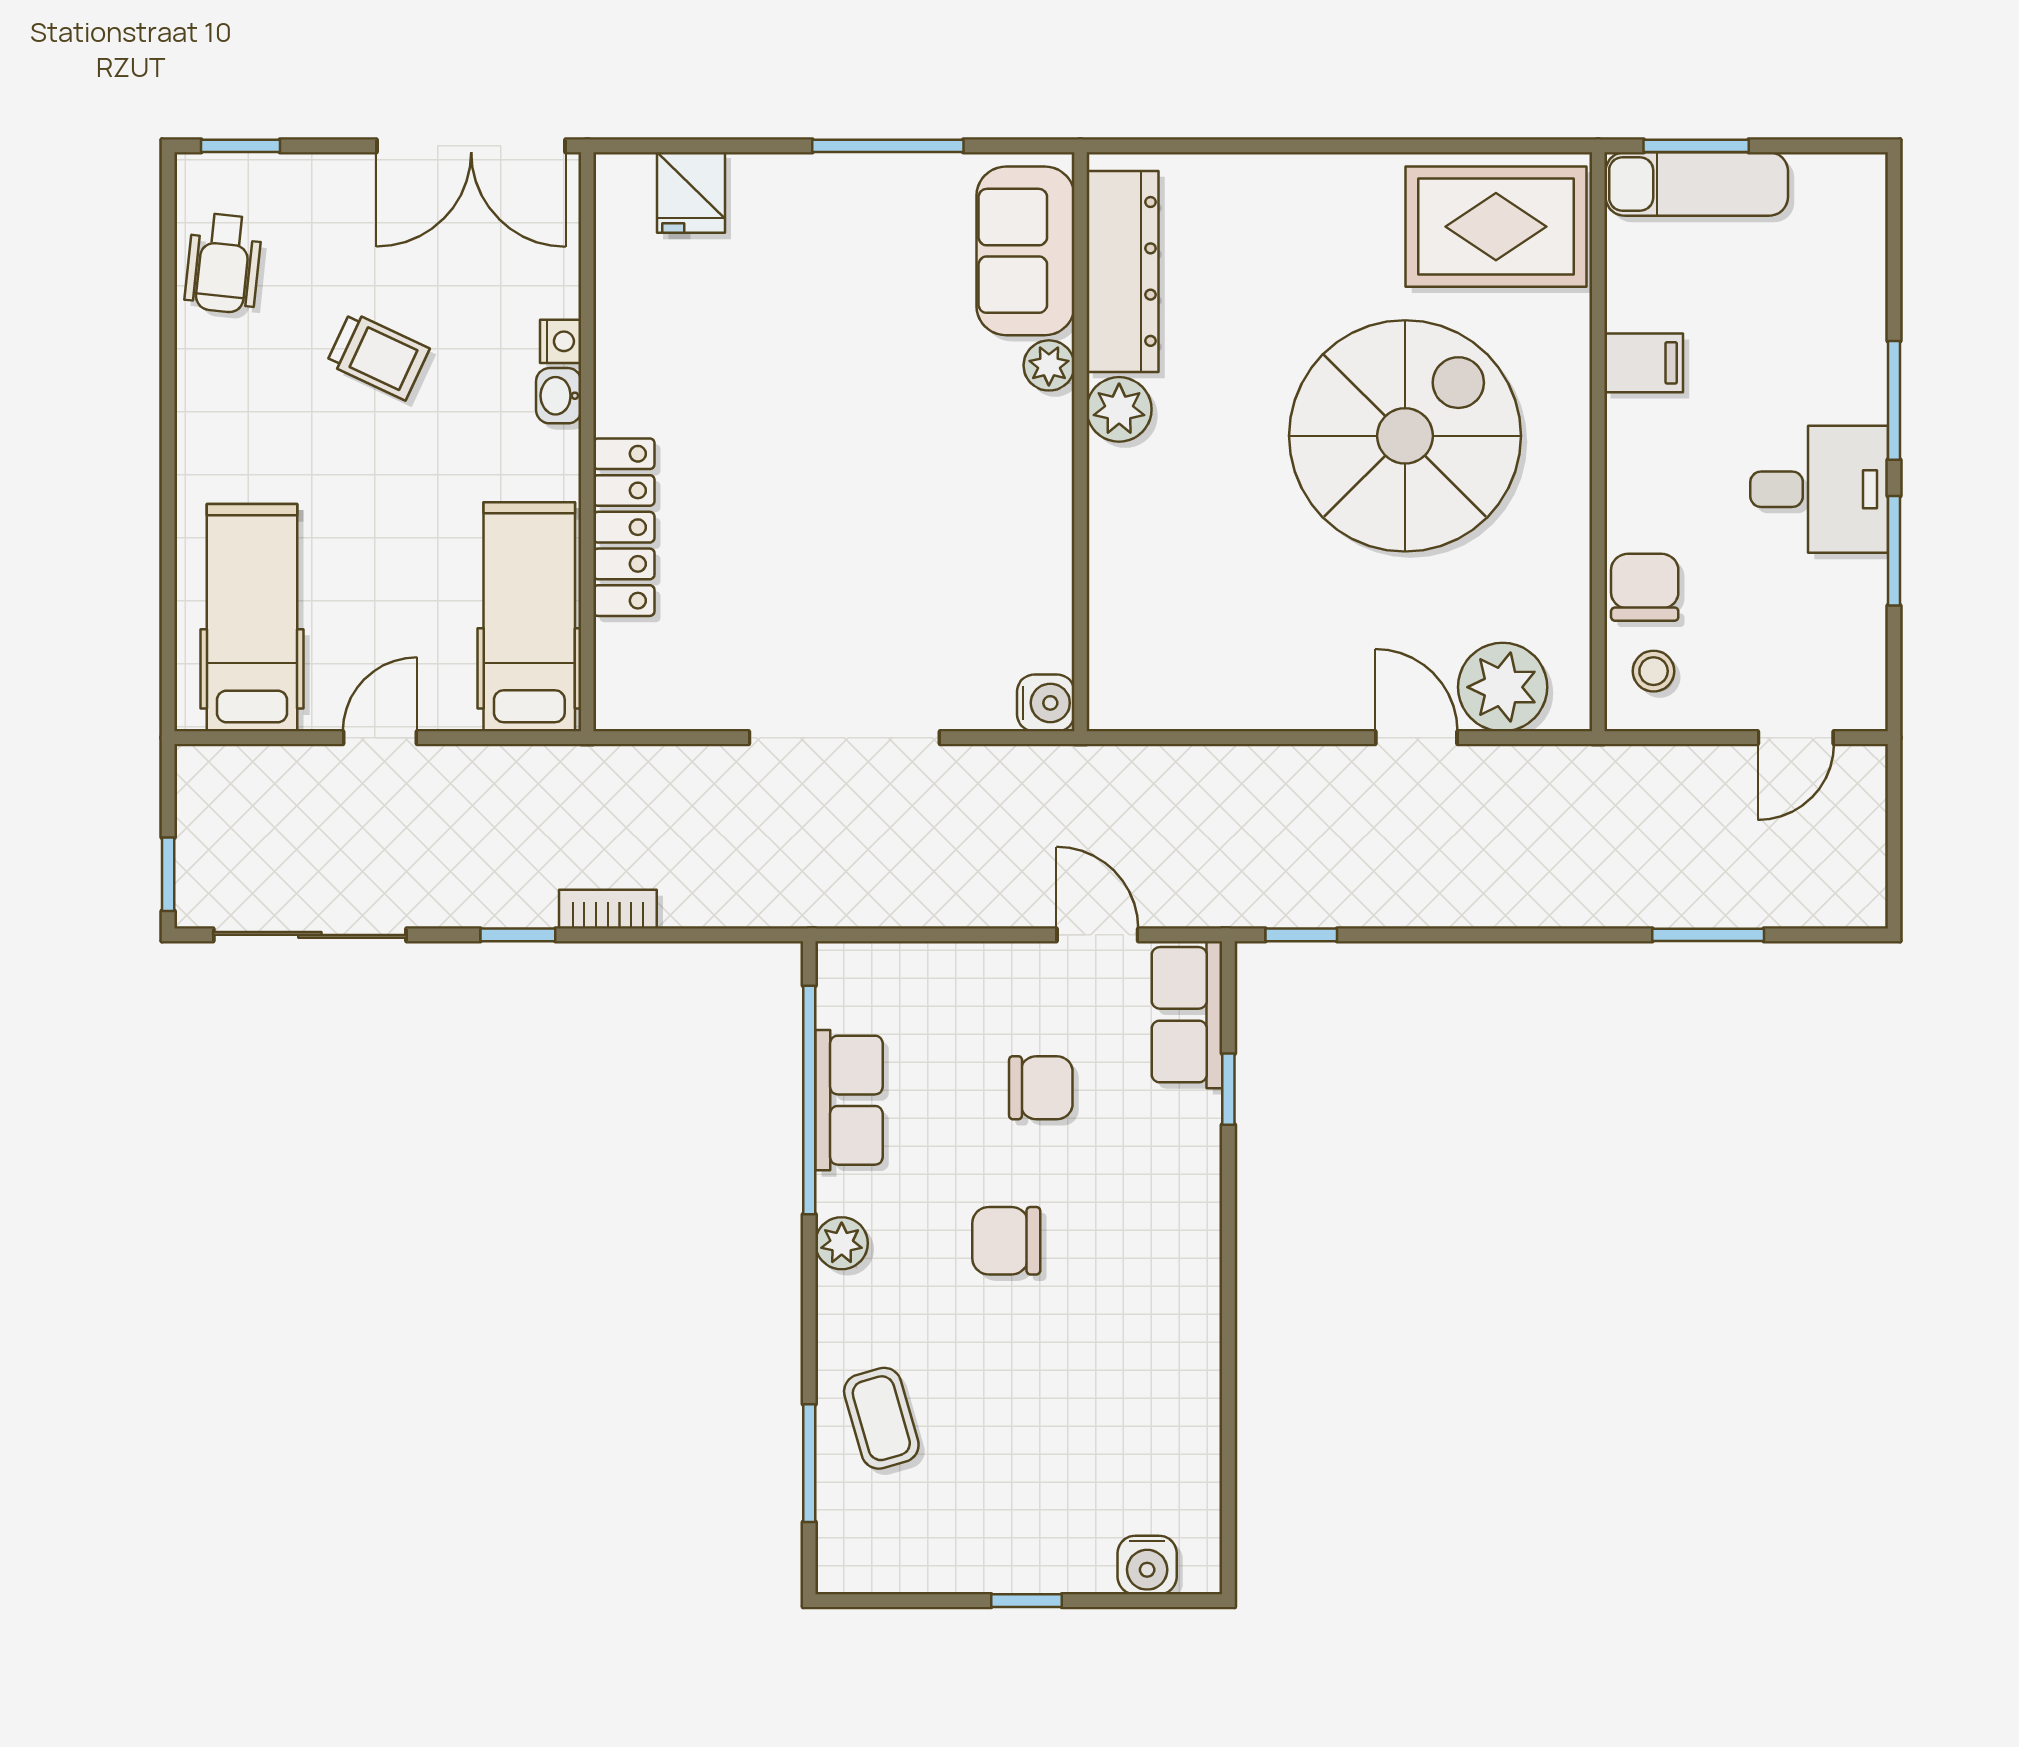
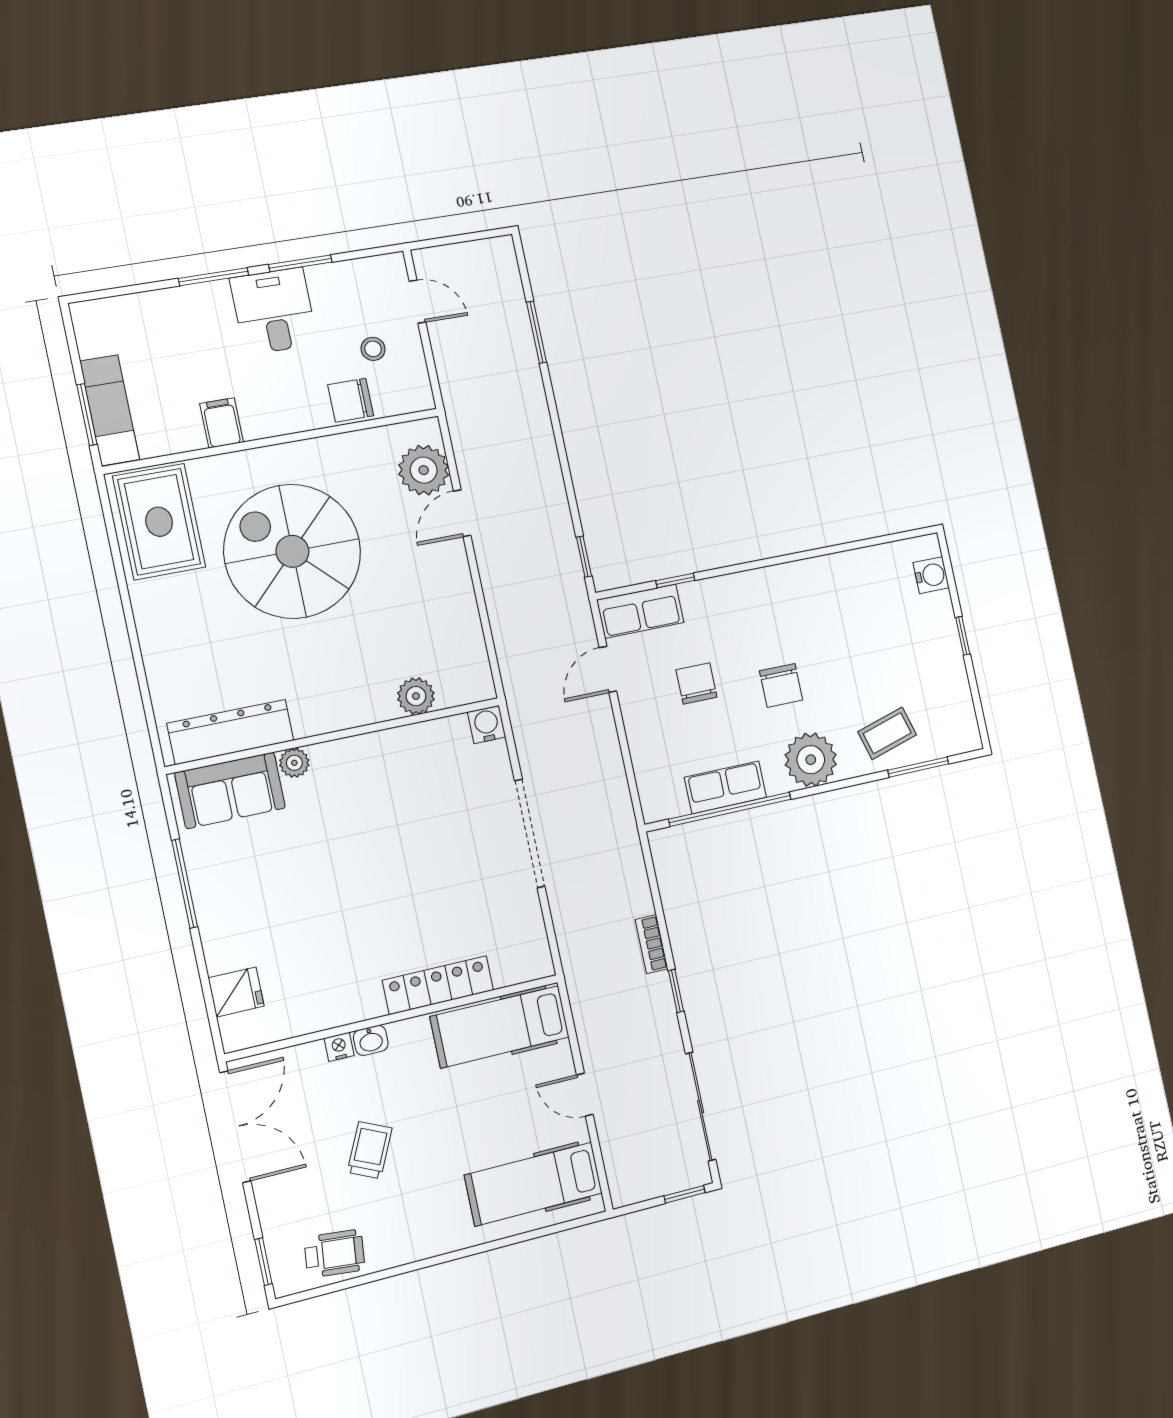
plant: (1119, 409) -> (416, 696), moved
stool: (1654, 671) -> (373, 349), moved
plant: (842, 1243) -> (811, 760), width x1.88, depth x1.88

